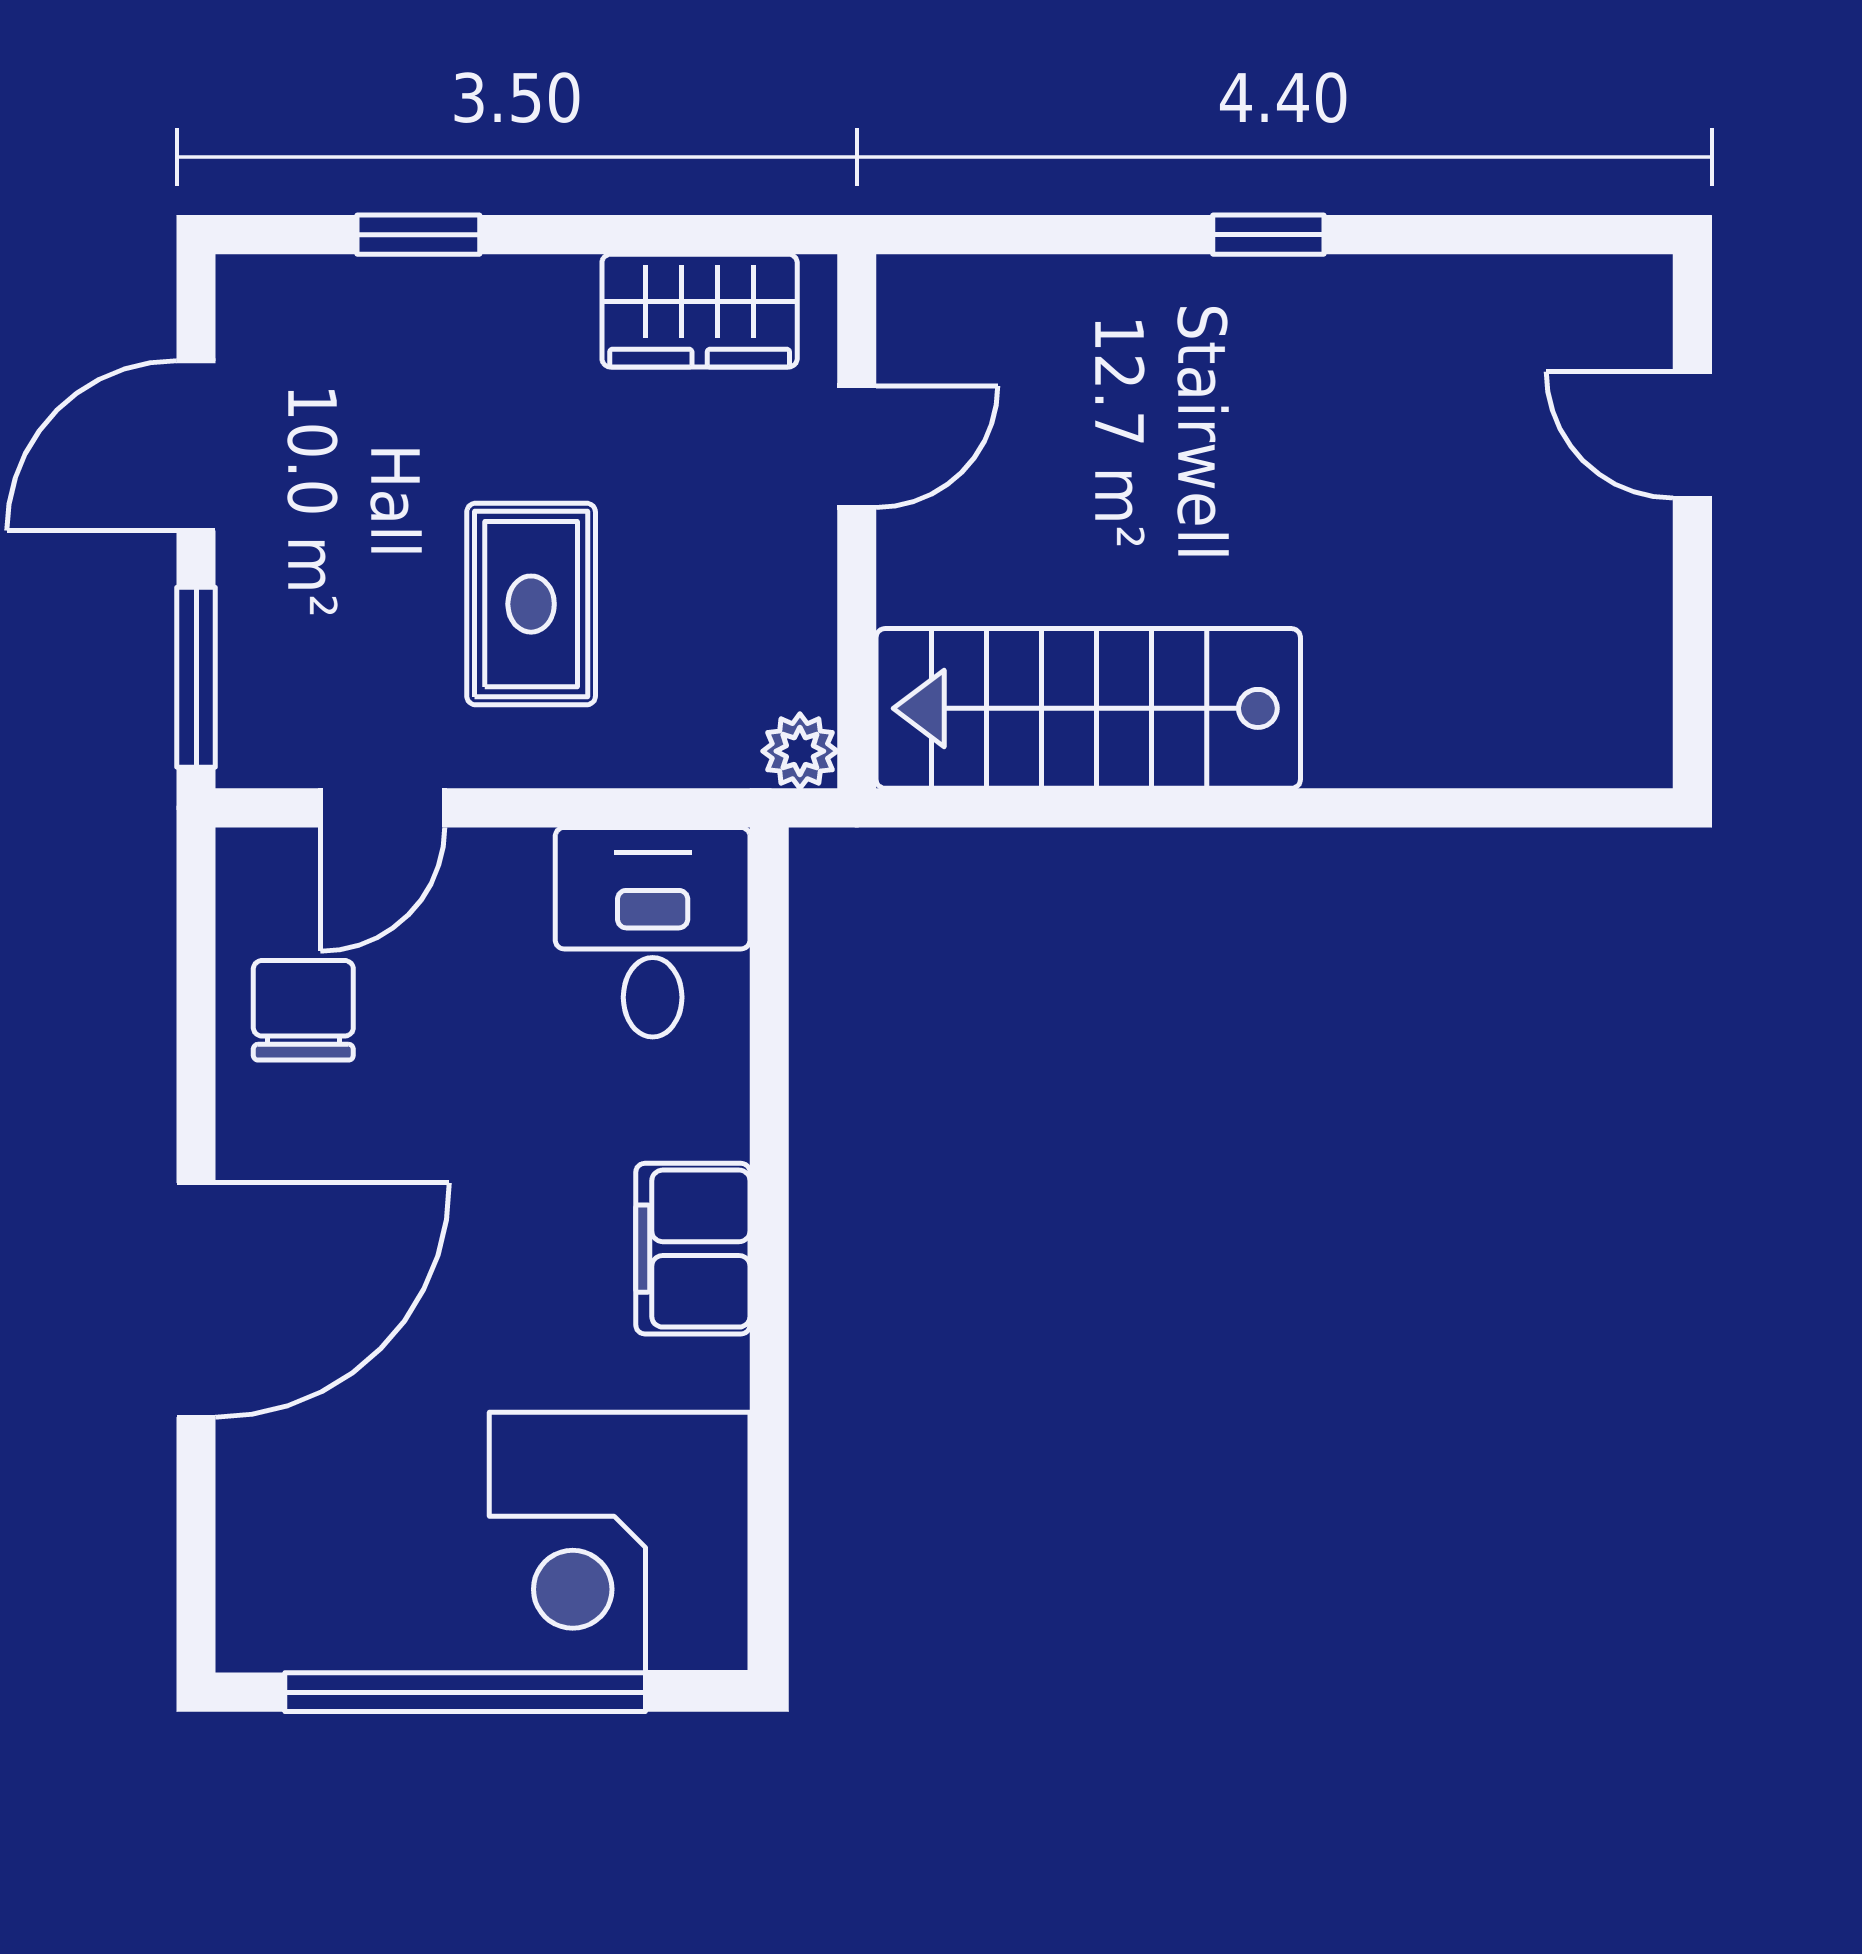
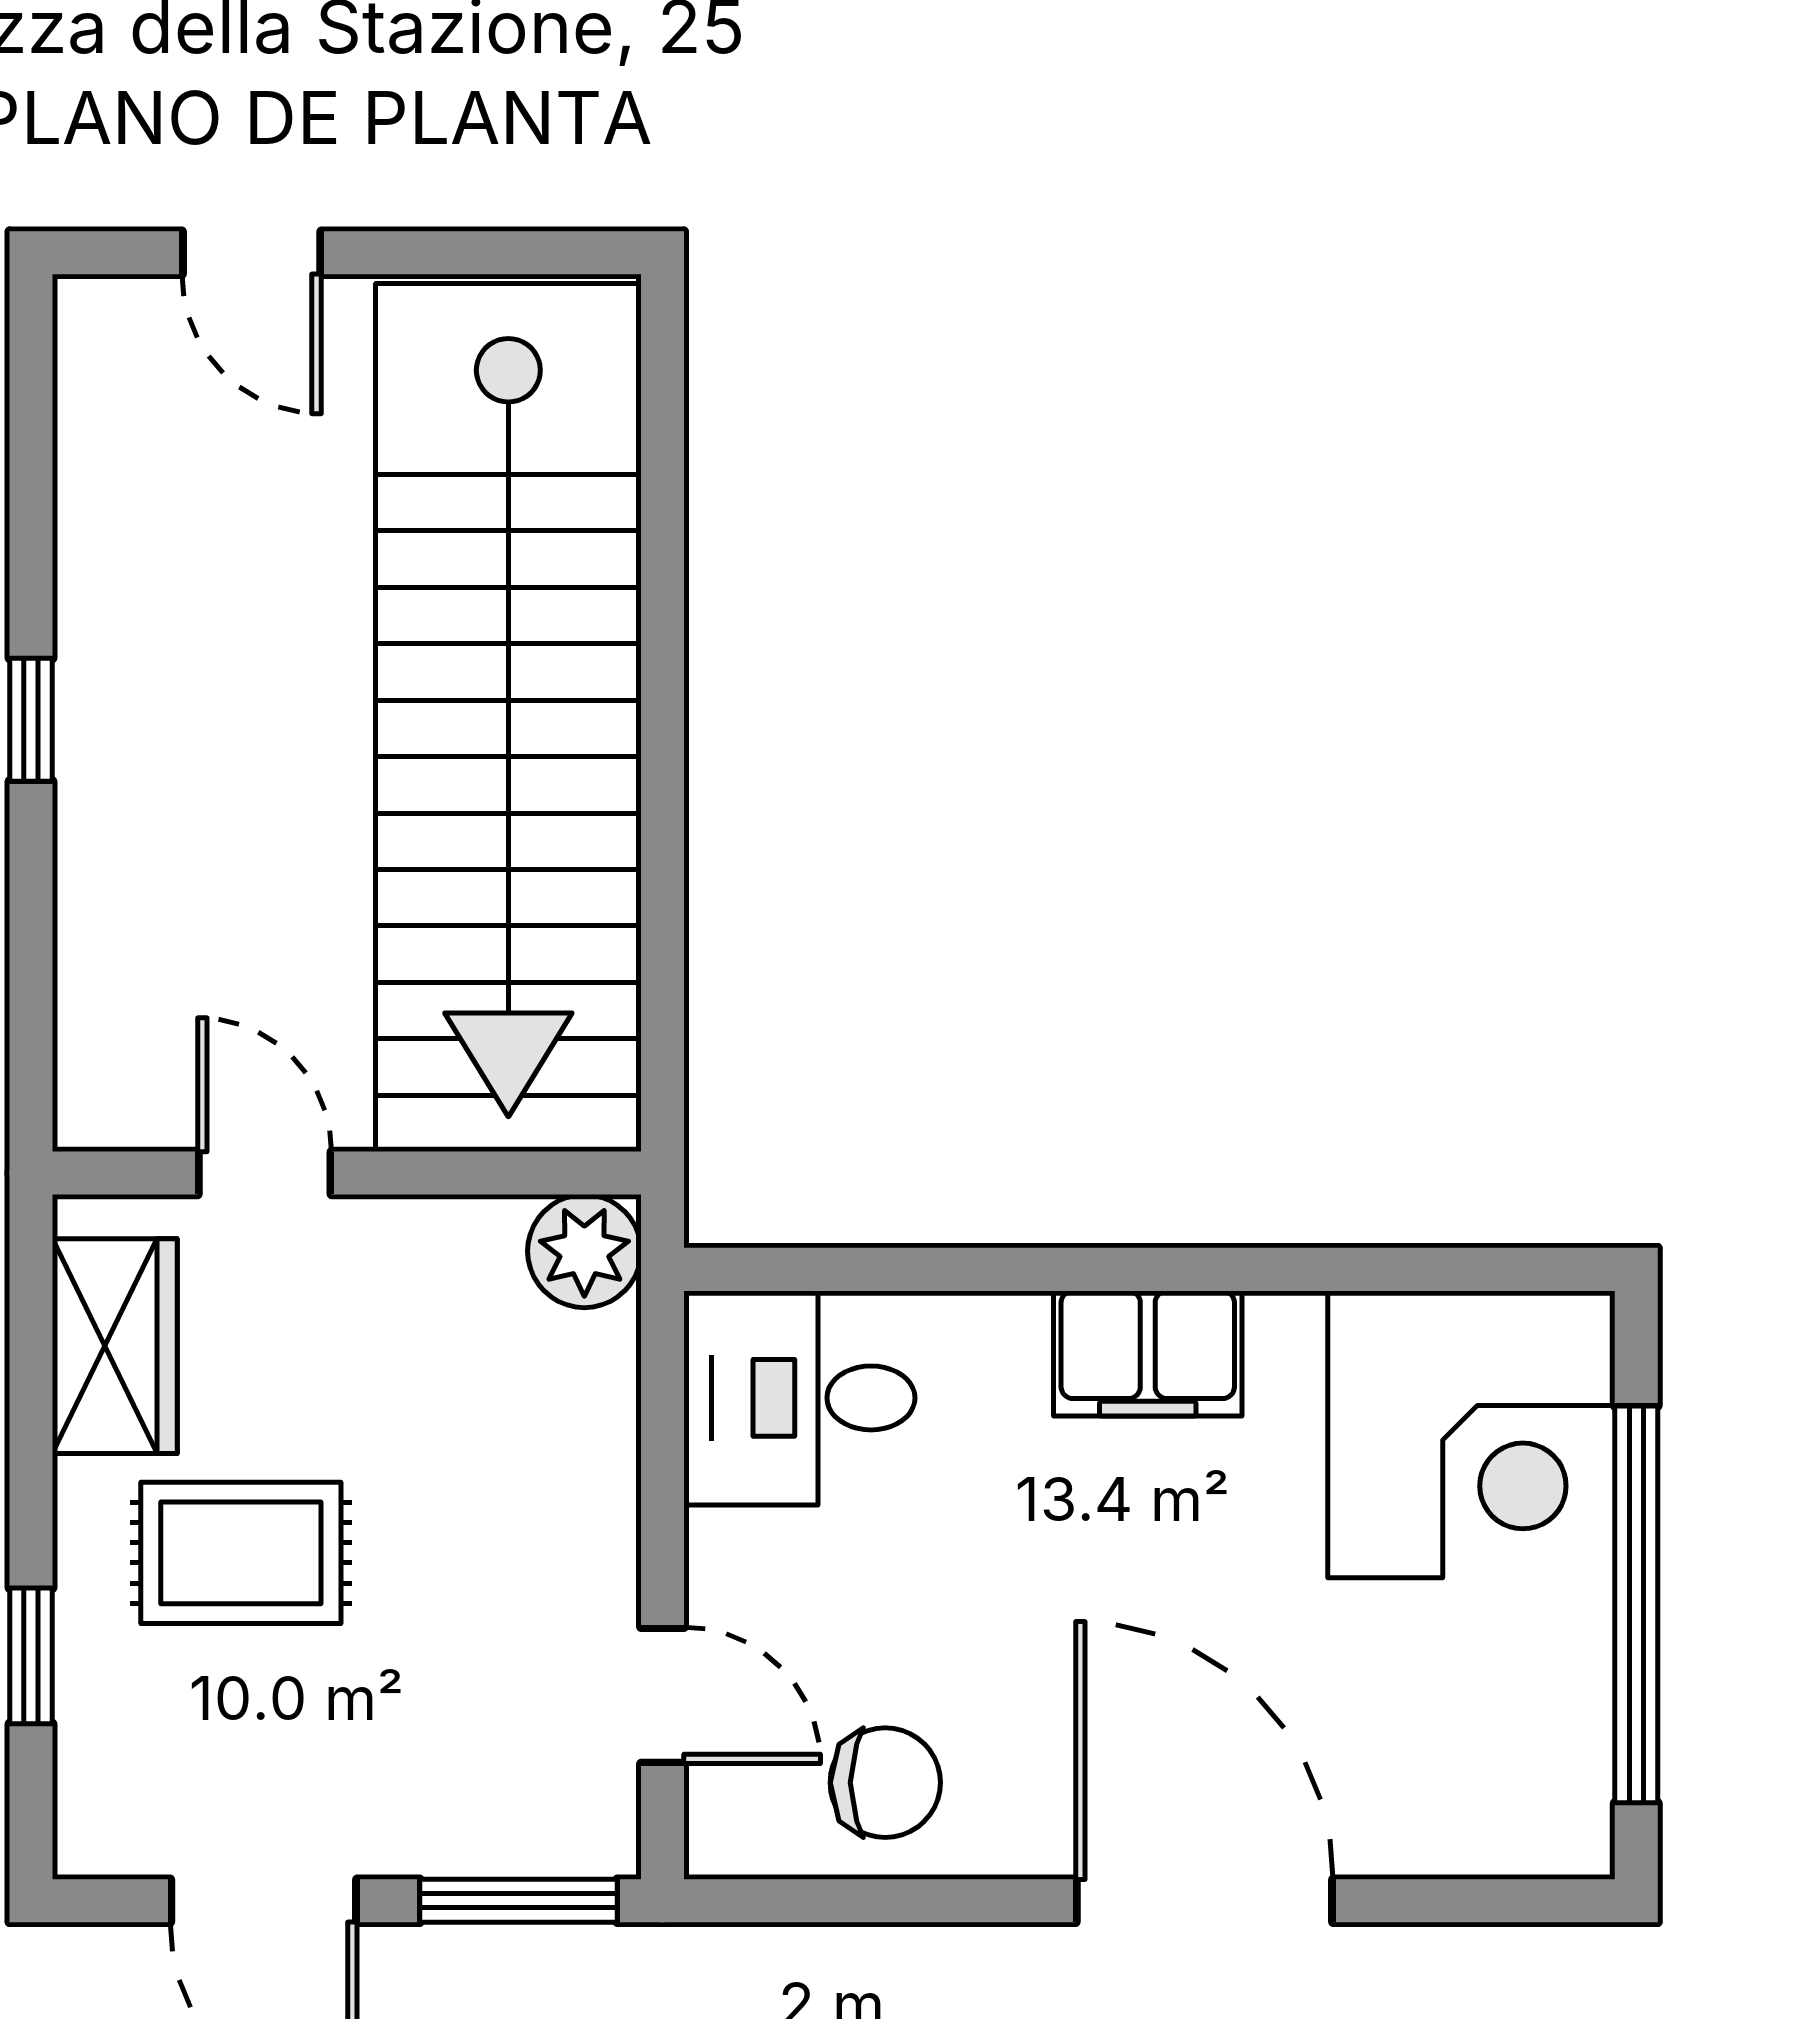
door: (1692, 435) -> (252, 253), hinge flipped
rug: (531, 604) -> (241, 1553), moved
stairs: (1088, 708) -> (508, 718), width x1.86, depth x1.51
plant: (800, 751) -> (584, 1251), width x1.38, depth x1.38
chair: (303, 1010) -> (885, 1783), turned 180

